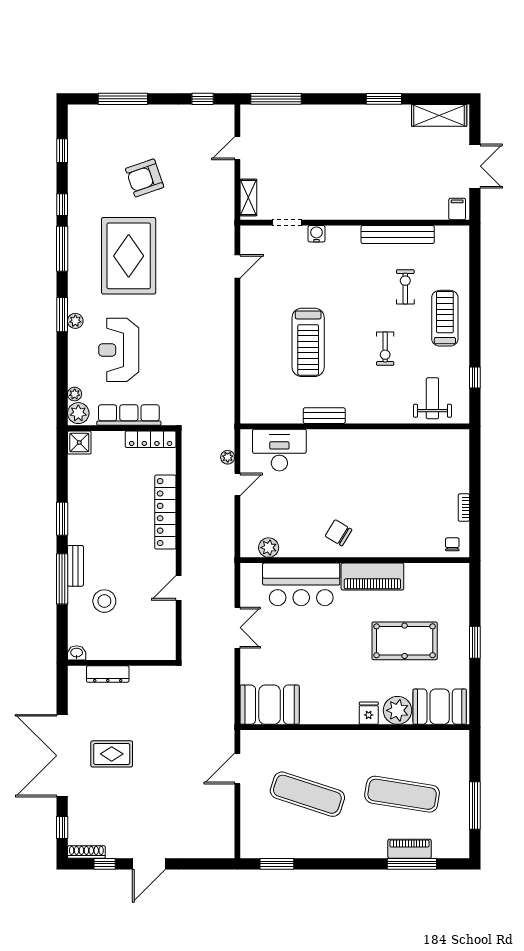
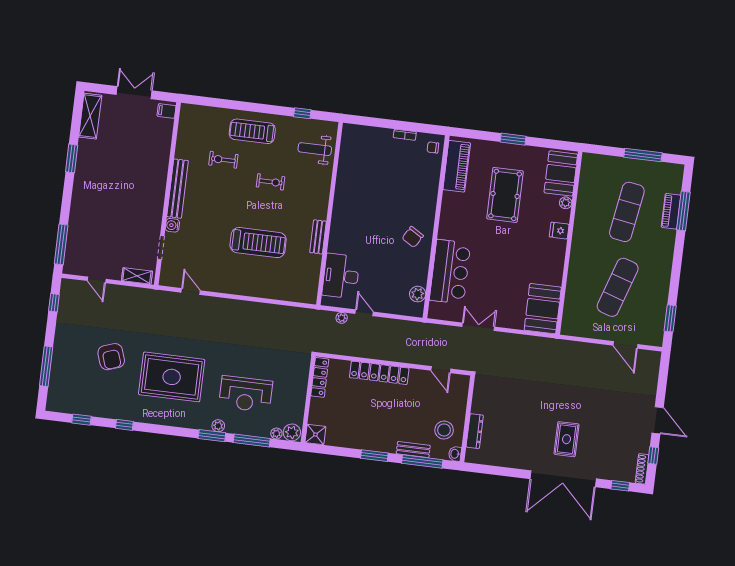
bench: (398, 235) -> (178, 189), moved
window: (62, 249) -> (252, 441), moved
row of seats: (129, 415) -> (298, 392), removed
piano: (372, 577) -> (457, 166), moved
washbasin: (77, 653) -> (455, 454), moved
wall: (122, 663) -> (467, 419), moved
dresser: (108, 674) -> (475, 431), moved
plant: (398, 710) -> (566, 203), width x0.53, depth x0.53
door: (237, 768) -> (625, 345), moved

